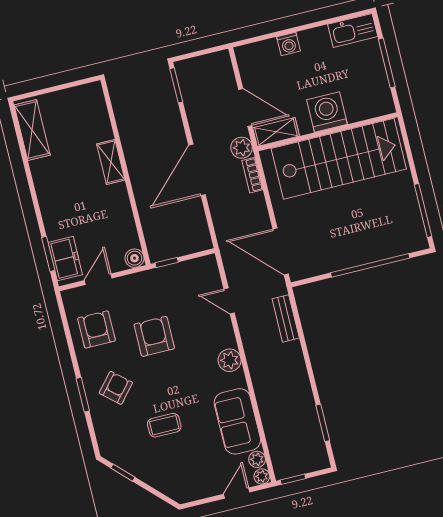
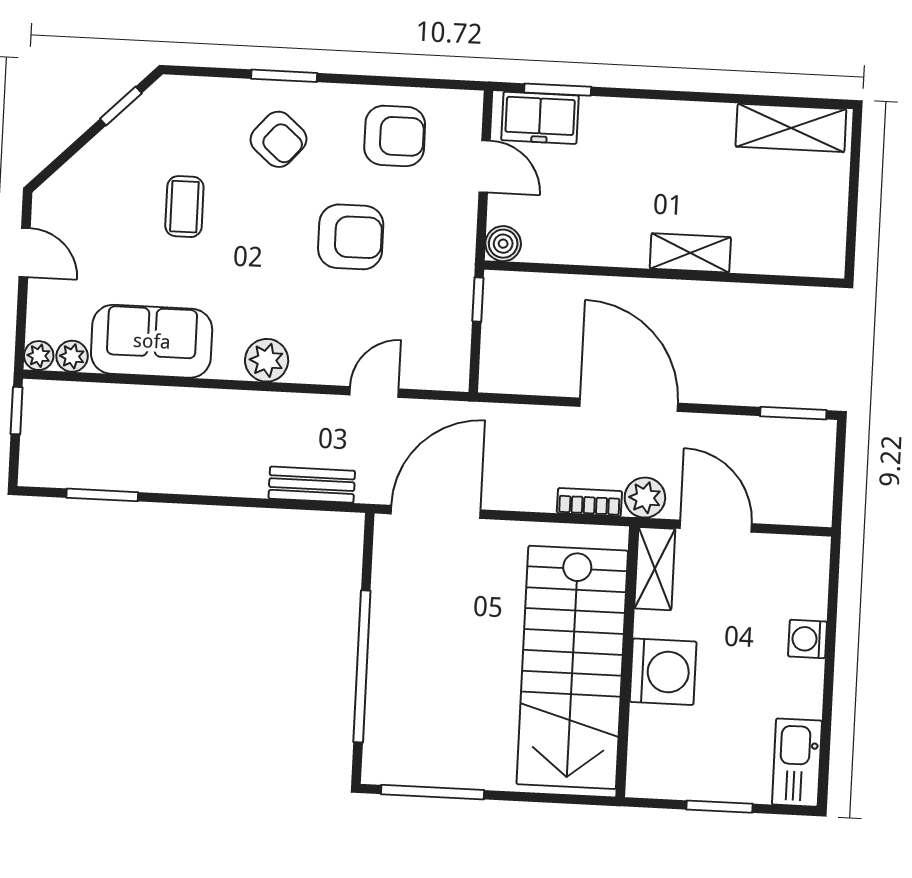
window: (387, 63) -> (720, 807), width x0.69
door: (245, 107) -> (716, 526), swing flipped
door: (237, 493) -> (25, 252), moved

